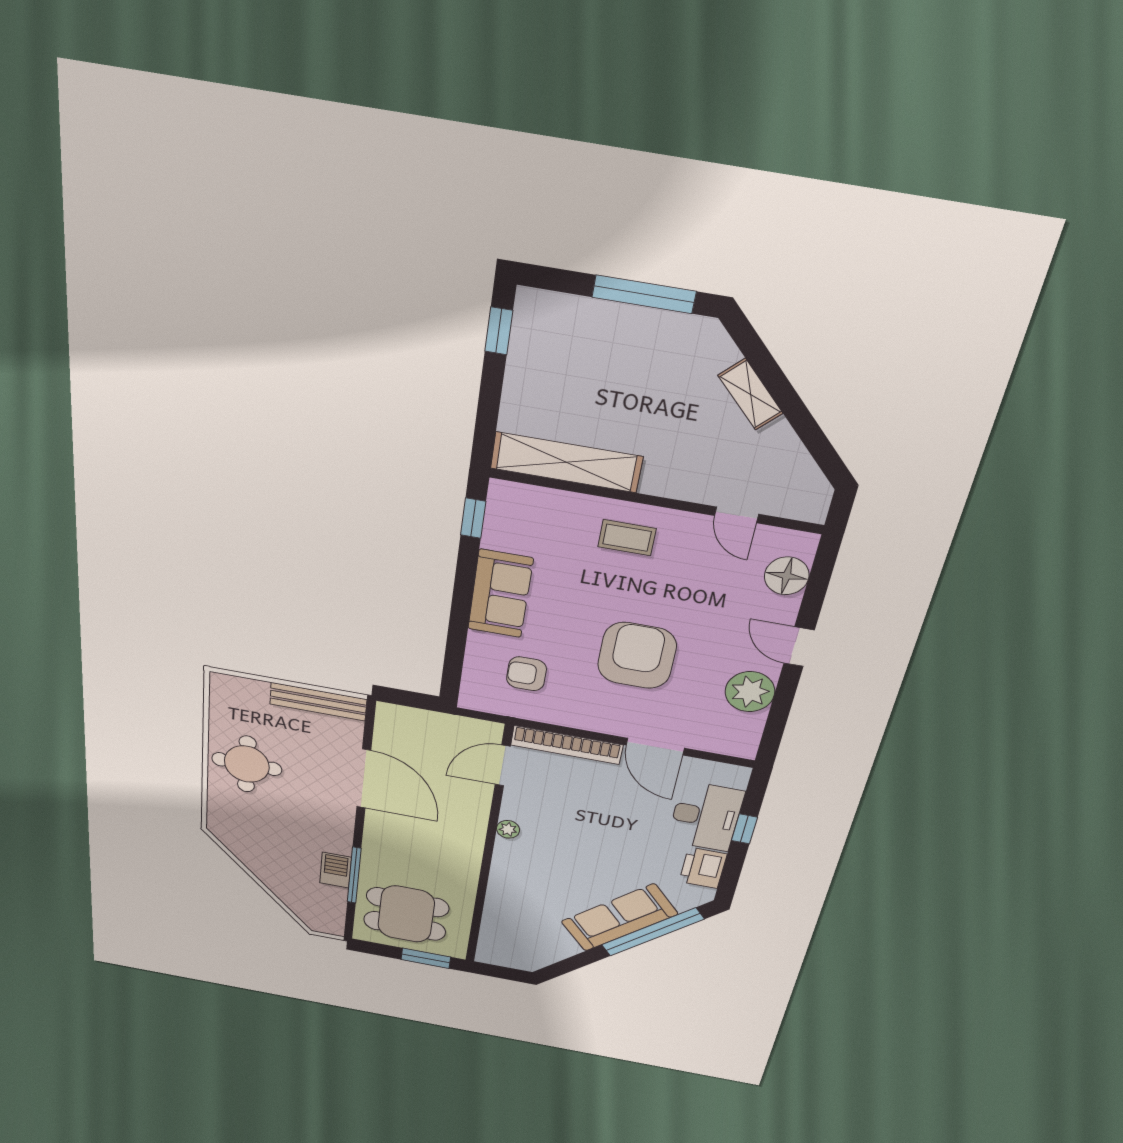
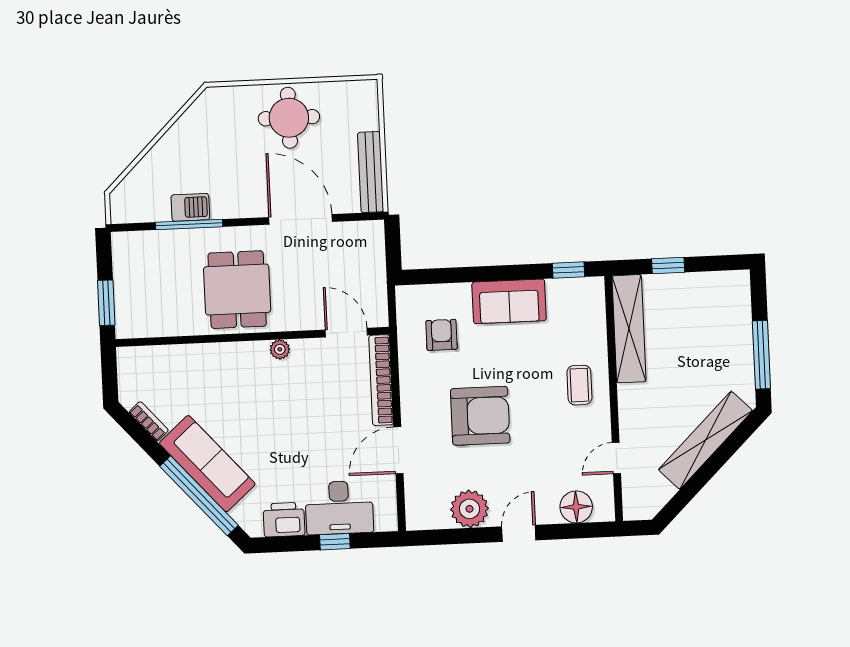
window: (499, 331) -> (668, 265), moved
shelving: (751, 394) -> (705, 440), width x2.20, depth x1.33
door: (364, 779) -> (301, 219), swing flipped
dining table: (406, 914) -> (237, 290), moved
bookcase: (559, 954) -> (149, 421), added

